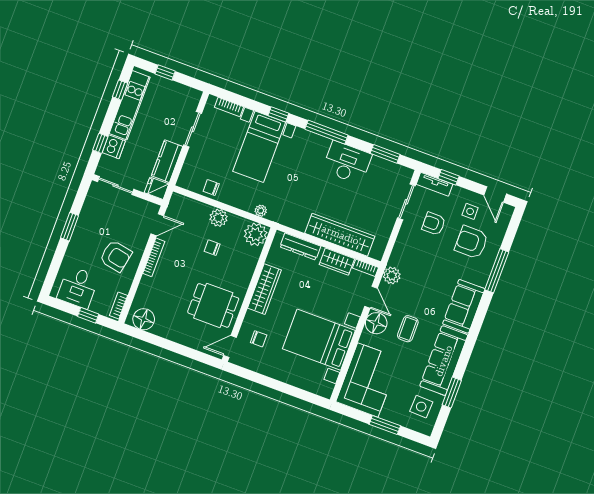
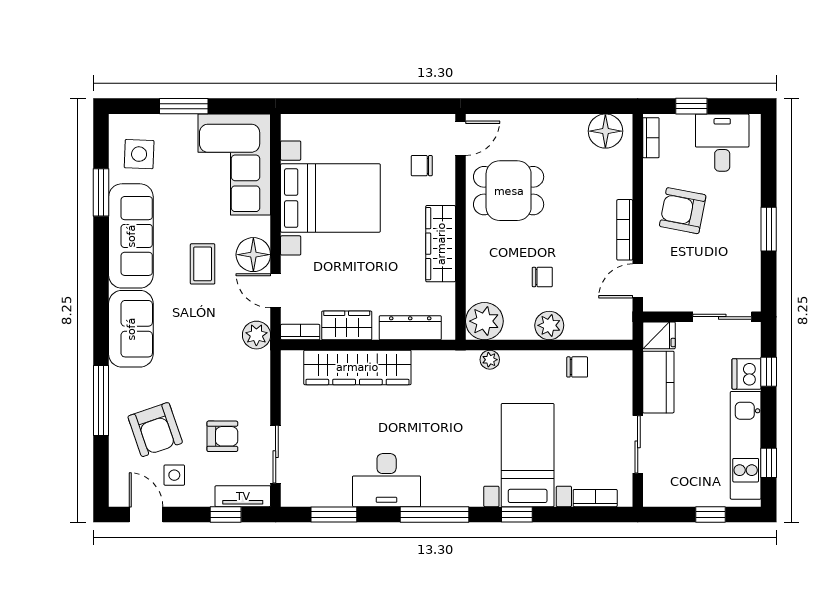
armchair: (471, 242) -> (155, 430), turned 71

